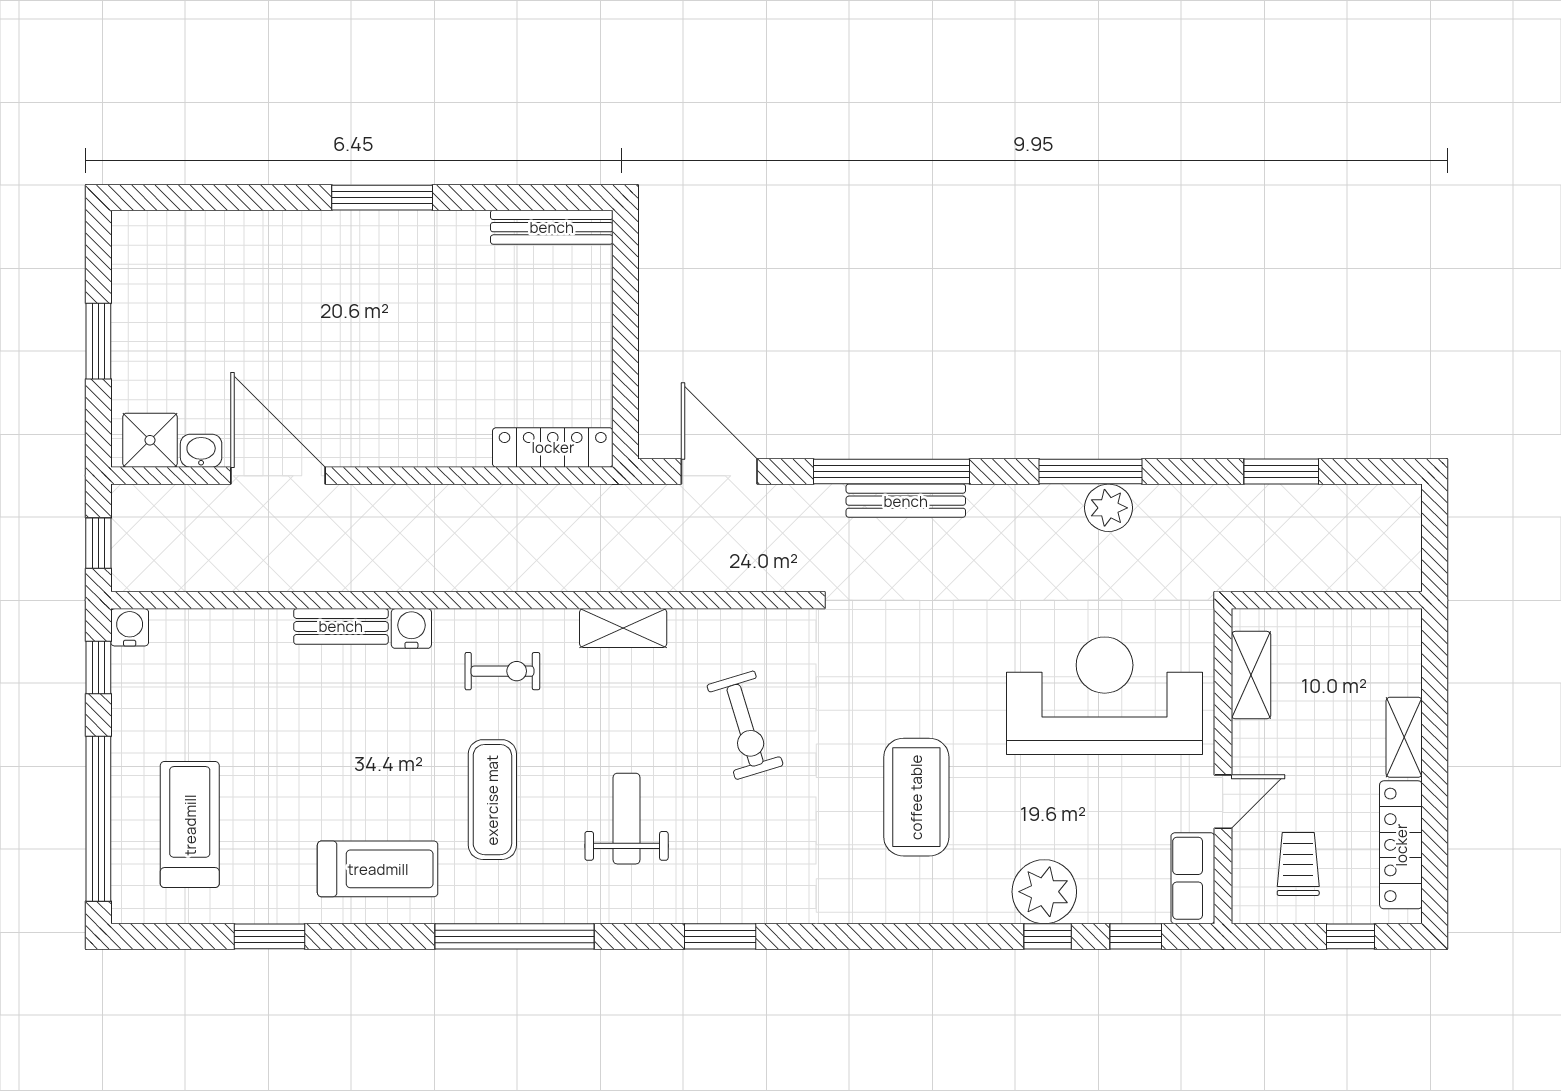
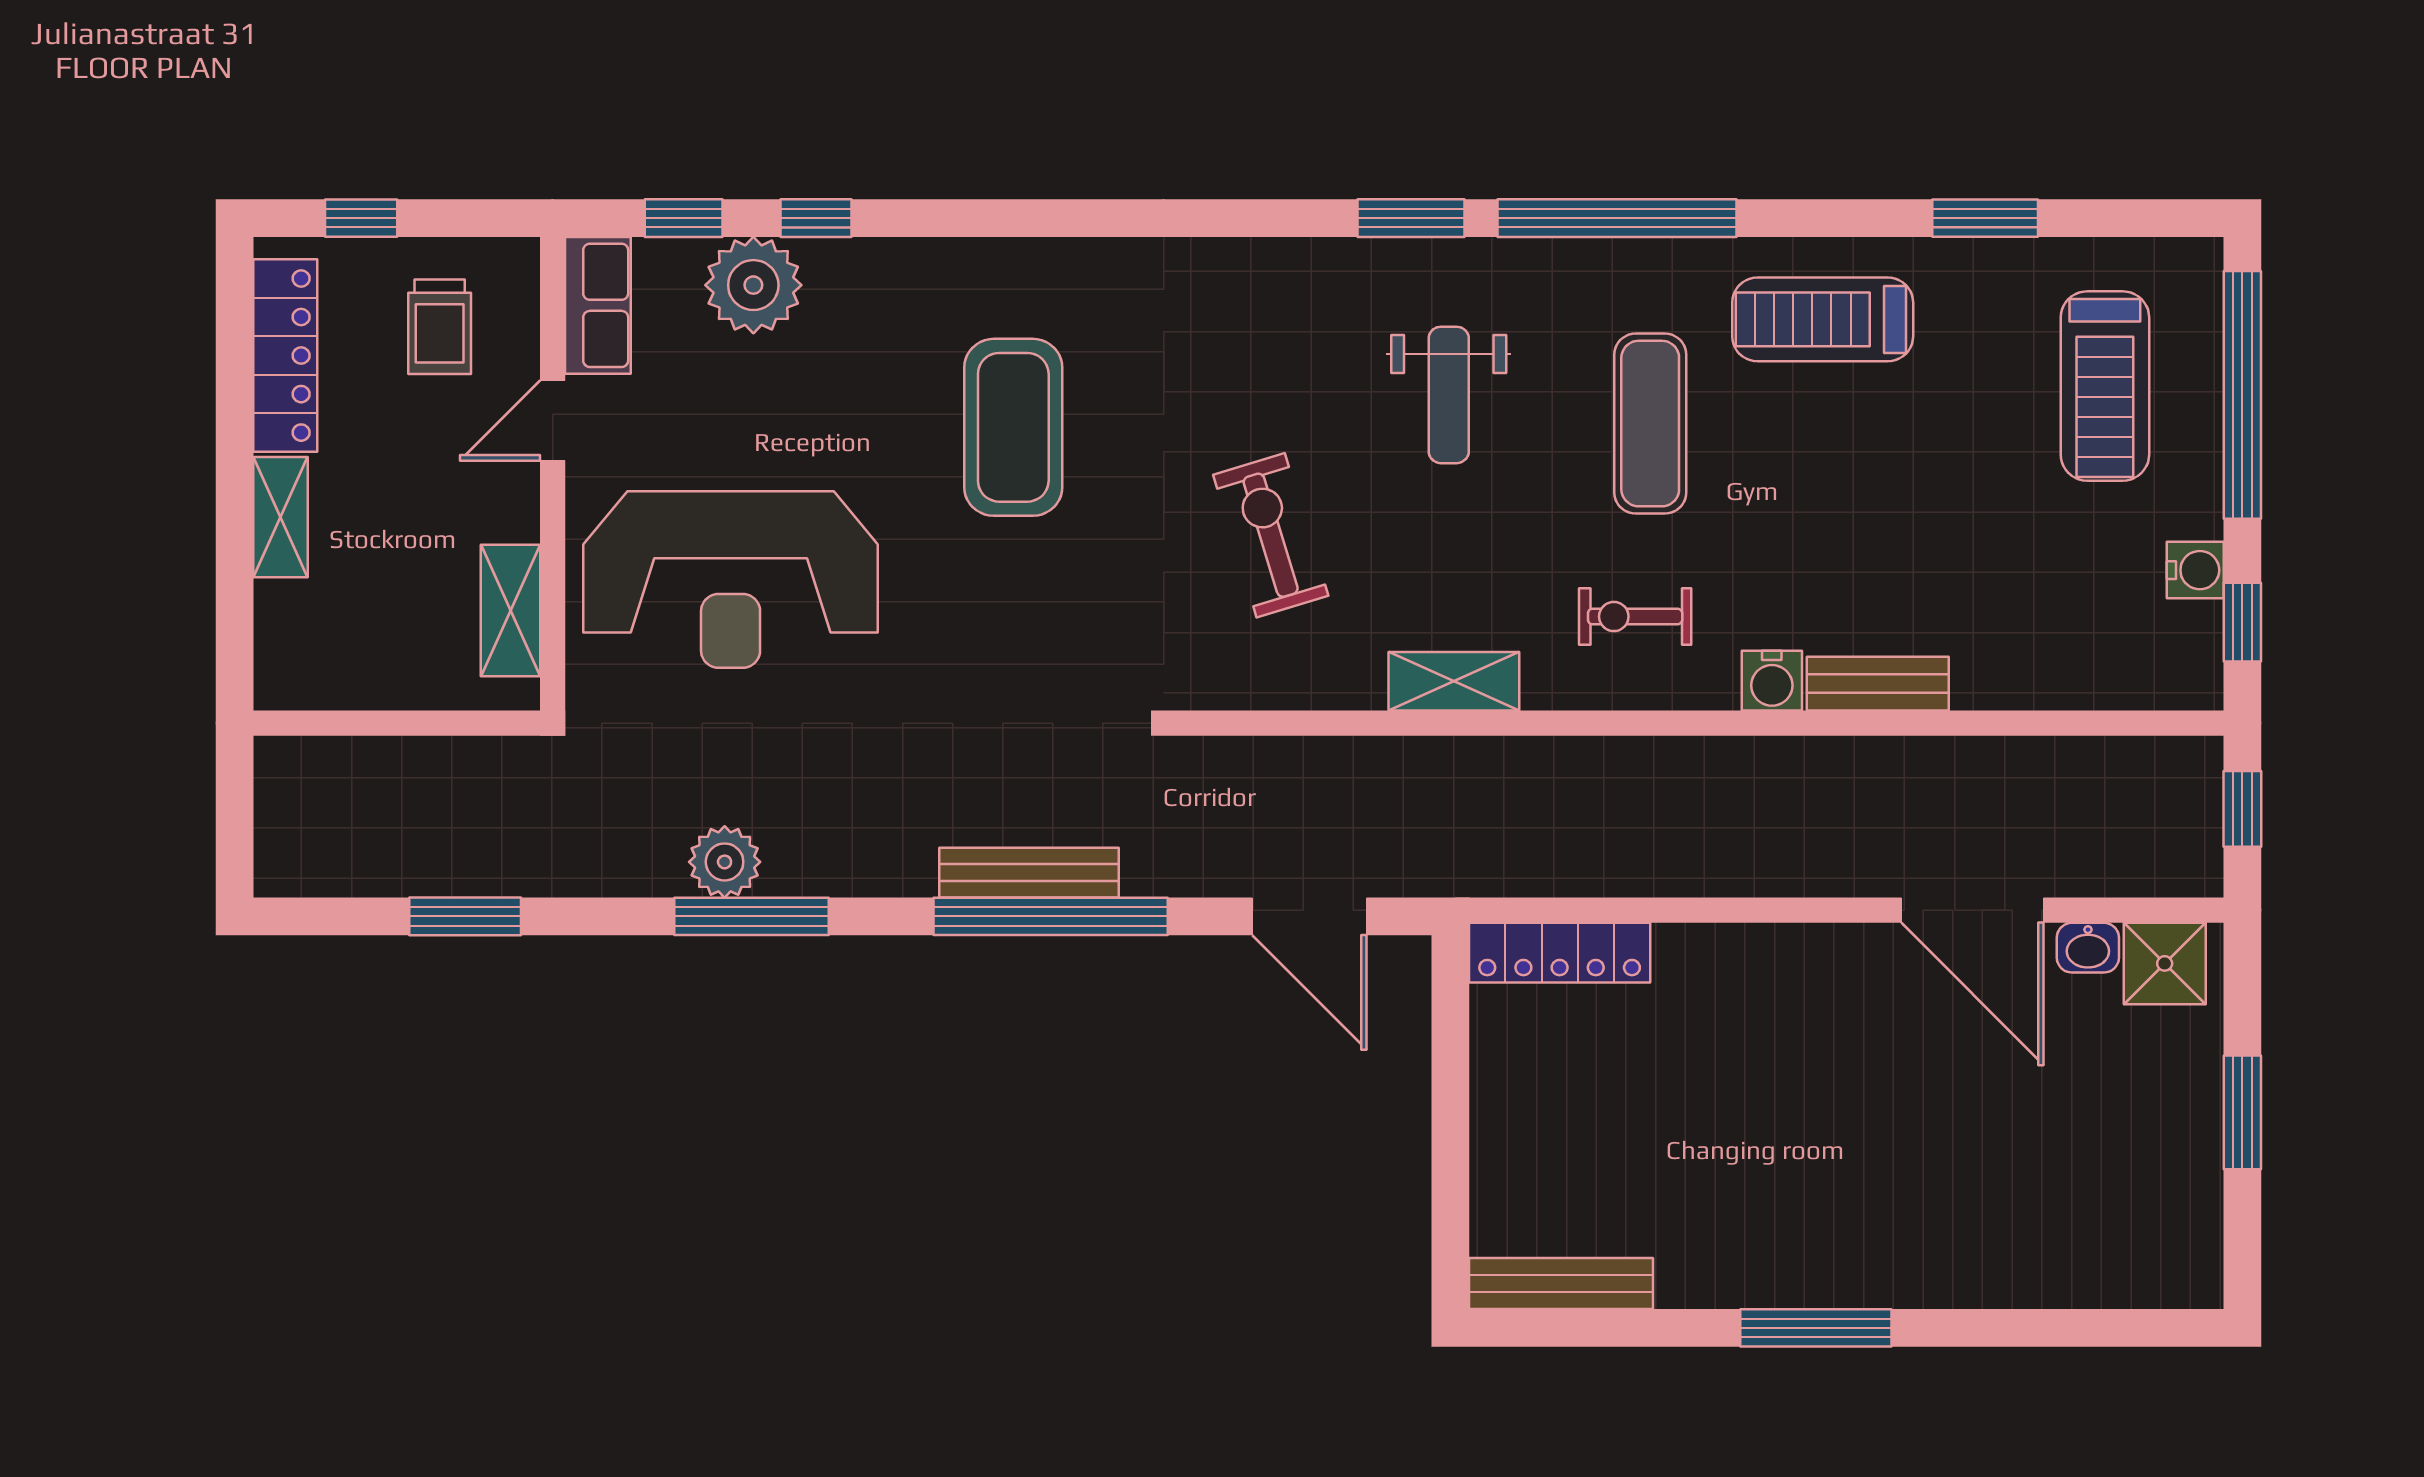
water cooler: (130, 627) -> (2195, 570), moved, turned -90
plant: (1044, 892) -> (753, 285), moved
window: (720, 936) -> (1411, 218), moved

